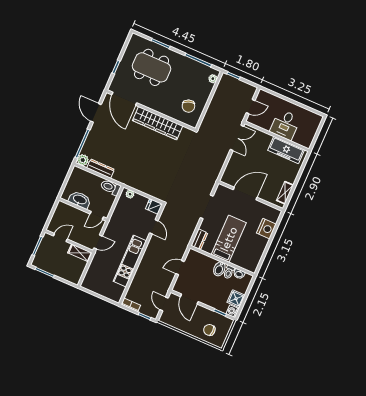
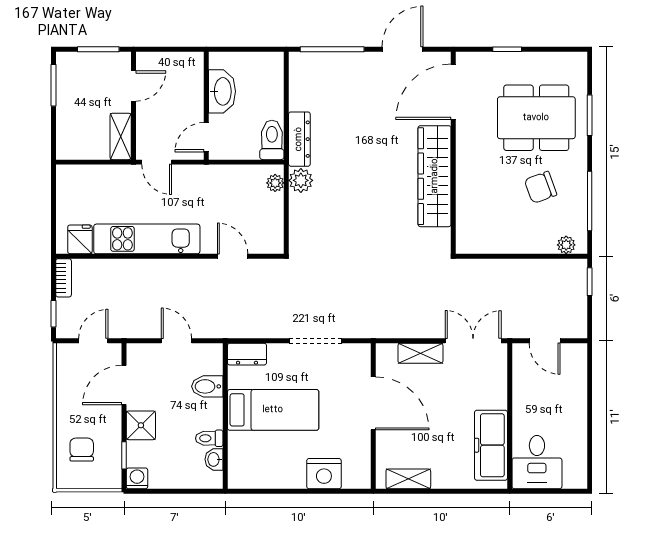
dining table: (152, 67) -> (536, 118), turned 90
chair: (188, 106) -> (541, 187), moved
desk: (285, 125) -> (537, 462), moved, turned -90
double door: (237, 138) -> (473, 341), swing flipped
plant: (83, 160) -> (301, 180), moved
shelving: (232, 163) -> (420, 353), added
dresser: (101, 169) -> (299, 139), moved
fridge: (154, 206) -> (80, 239), moved
door: (97, 215) -> (206, 137), hinge flipped
door: (154, 227) -> (233, 256), swing flipped
door: (60, 237) -> (133, 86), hinge flipped
bidet: (219, 269) -> (207, 386), moved
shower: (236, 299) -> (141, 425), moved

